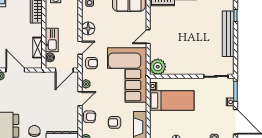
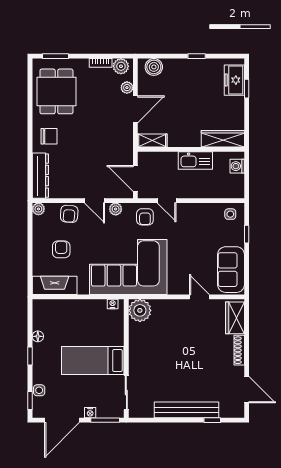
floor lamp: (88, 28) -> (194, 212), removed
door: (148, 37) -> (199, 297), moved
kitchen sink: (52, 40) -> (195, 161), moved
shelving: (37, 48) -> (152, 141), moved
boiler: (50, 57) -> (153, 158), removed
bed: (172, 101) -> (93, 361), moved, turned 90

